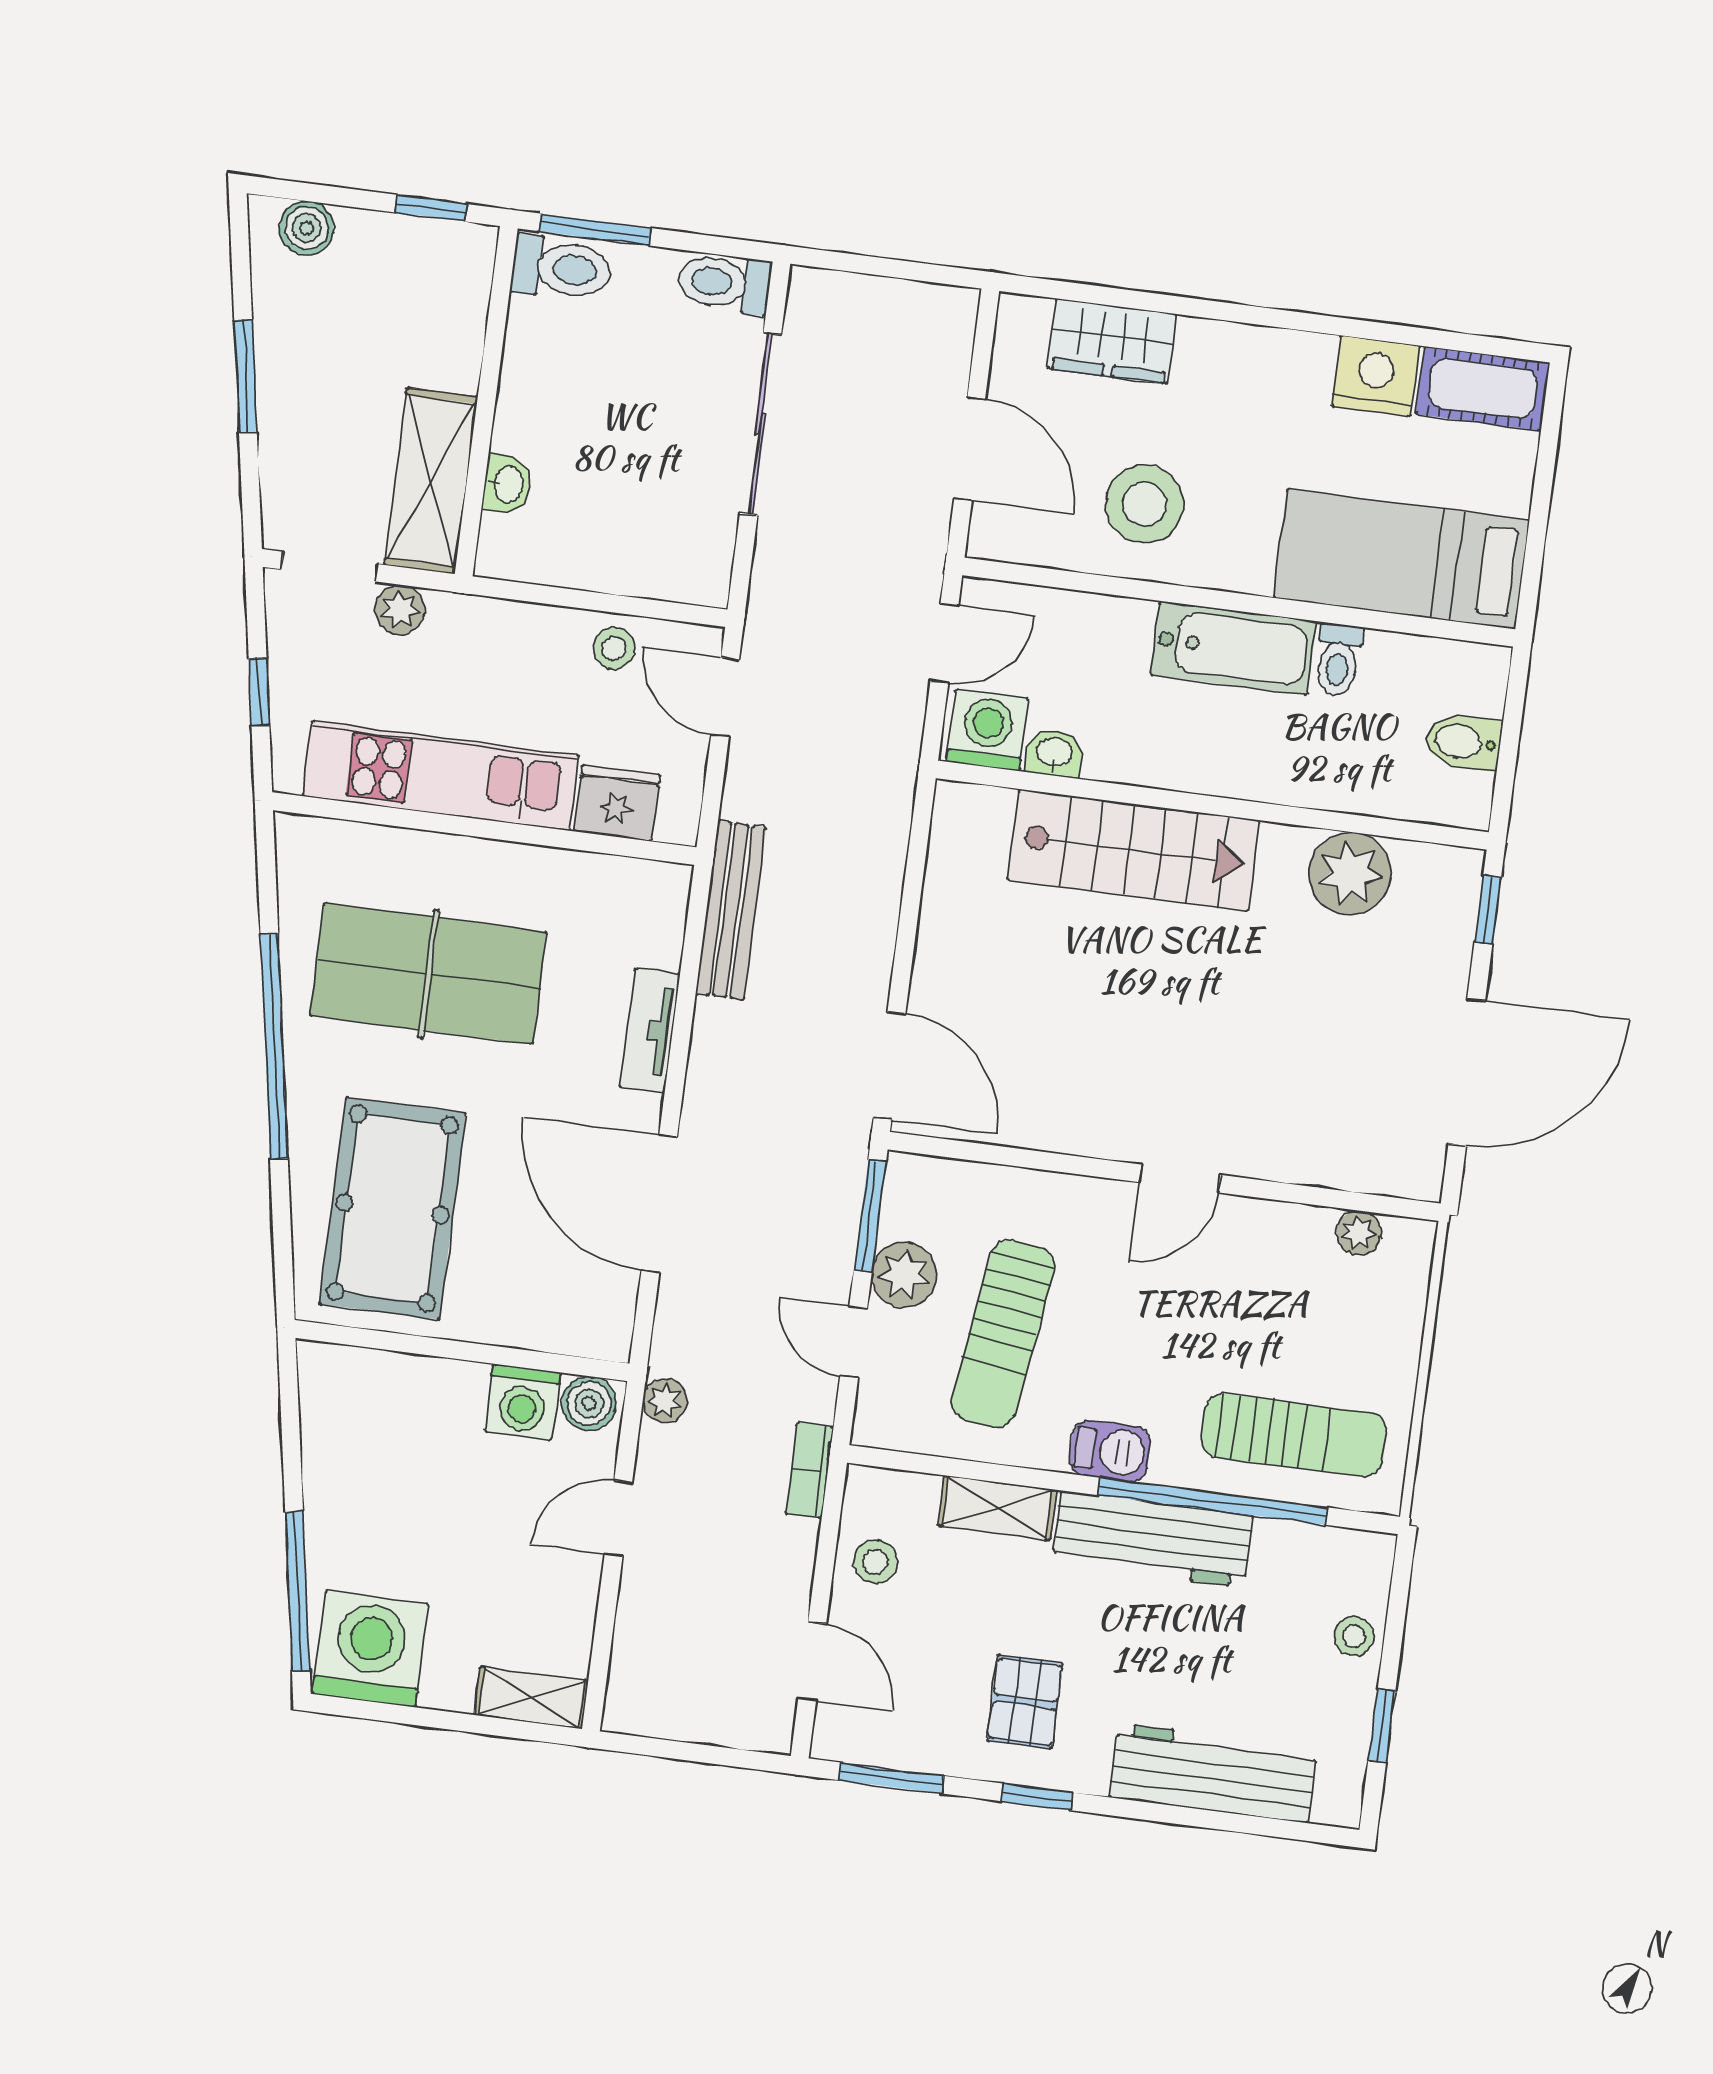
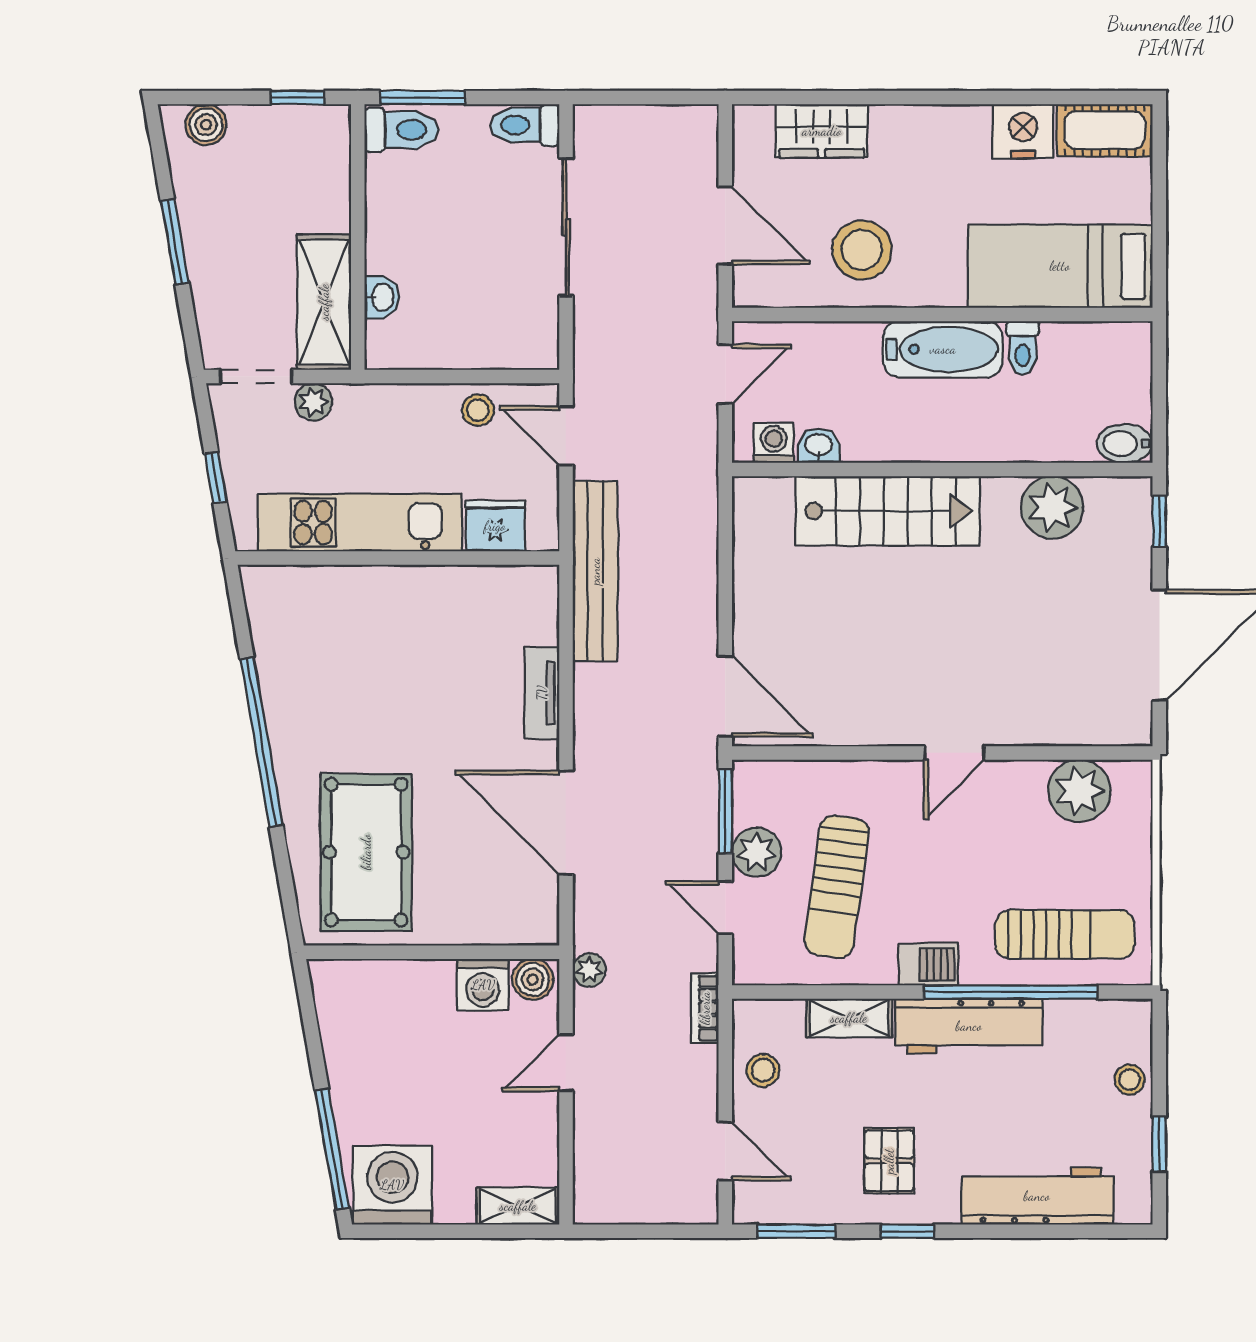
washing machine: (987, 730) -> (774, 443), width x0.73, depth x0.73
bidet: (1463, 742) -> (1125, 444), moved
bench: (731, 910) -> (595, 571), width x1.37, depth x1.21
table tennis table: (428, 974) -> (370, 672), removed
plant: (1359, 1233) -> (1079, 791), width x1.88, depth x1.88

